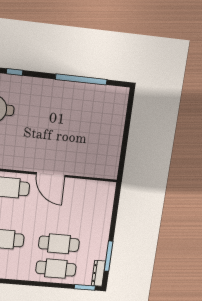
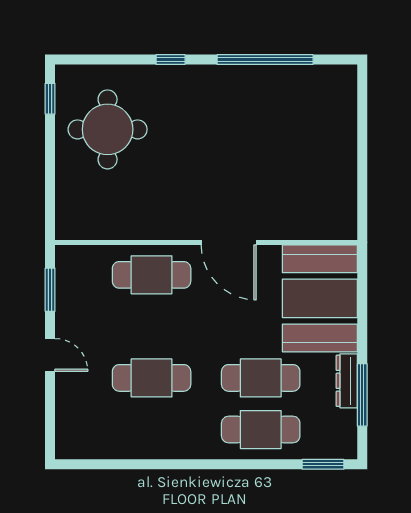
window: (15, 72) -> (171, 60), moved
booth: (94, 207) -> (320, 298), added
dresser: (98, 273) -> (347, 381), moved

